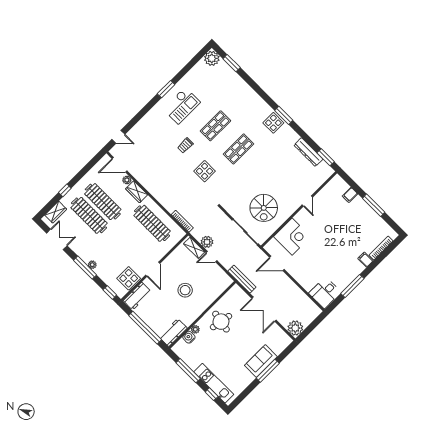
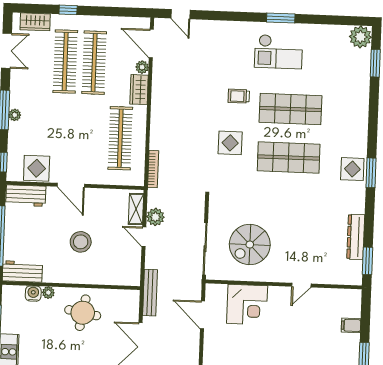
shop shelf: (215, 126) -> (291, 109), width x1.43, depth x1.36
shop shelf: (239, 149) -> (289, 158), width x1.43, depth x1.36
door: (153, 269) -> (71, 185), hinge flipped

